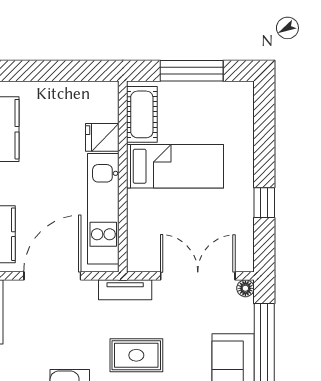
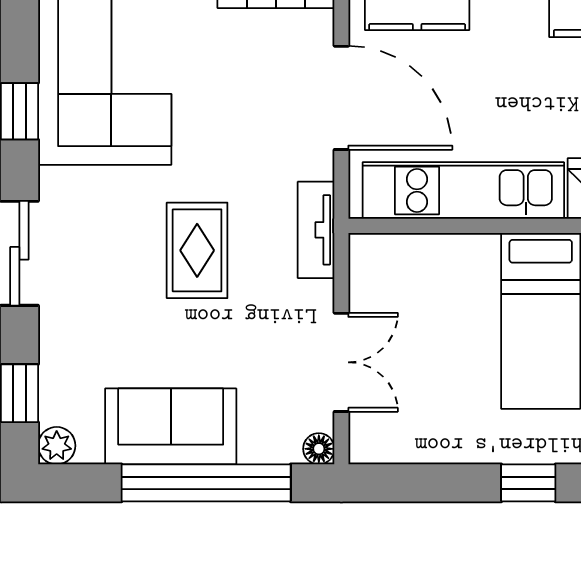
window: (264, 203) -> (528, 483), moved
double door: (198, 276) -> (341, 362), width x0.73

